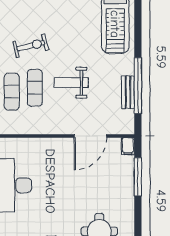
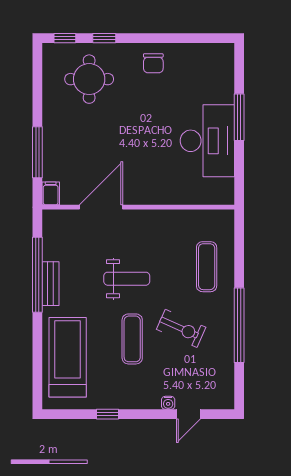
exercise bike: (31, 46) -> (181, 328), turned -142
exercise mat: (35, 88) -> (132, 339), moved
bench: (128, 92) -> (50, 284), moved

